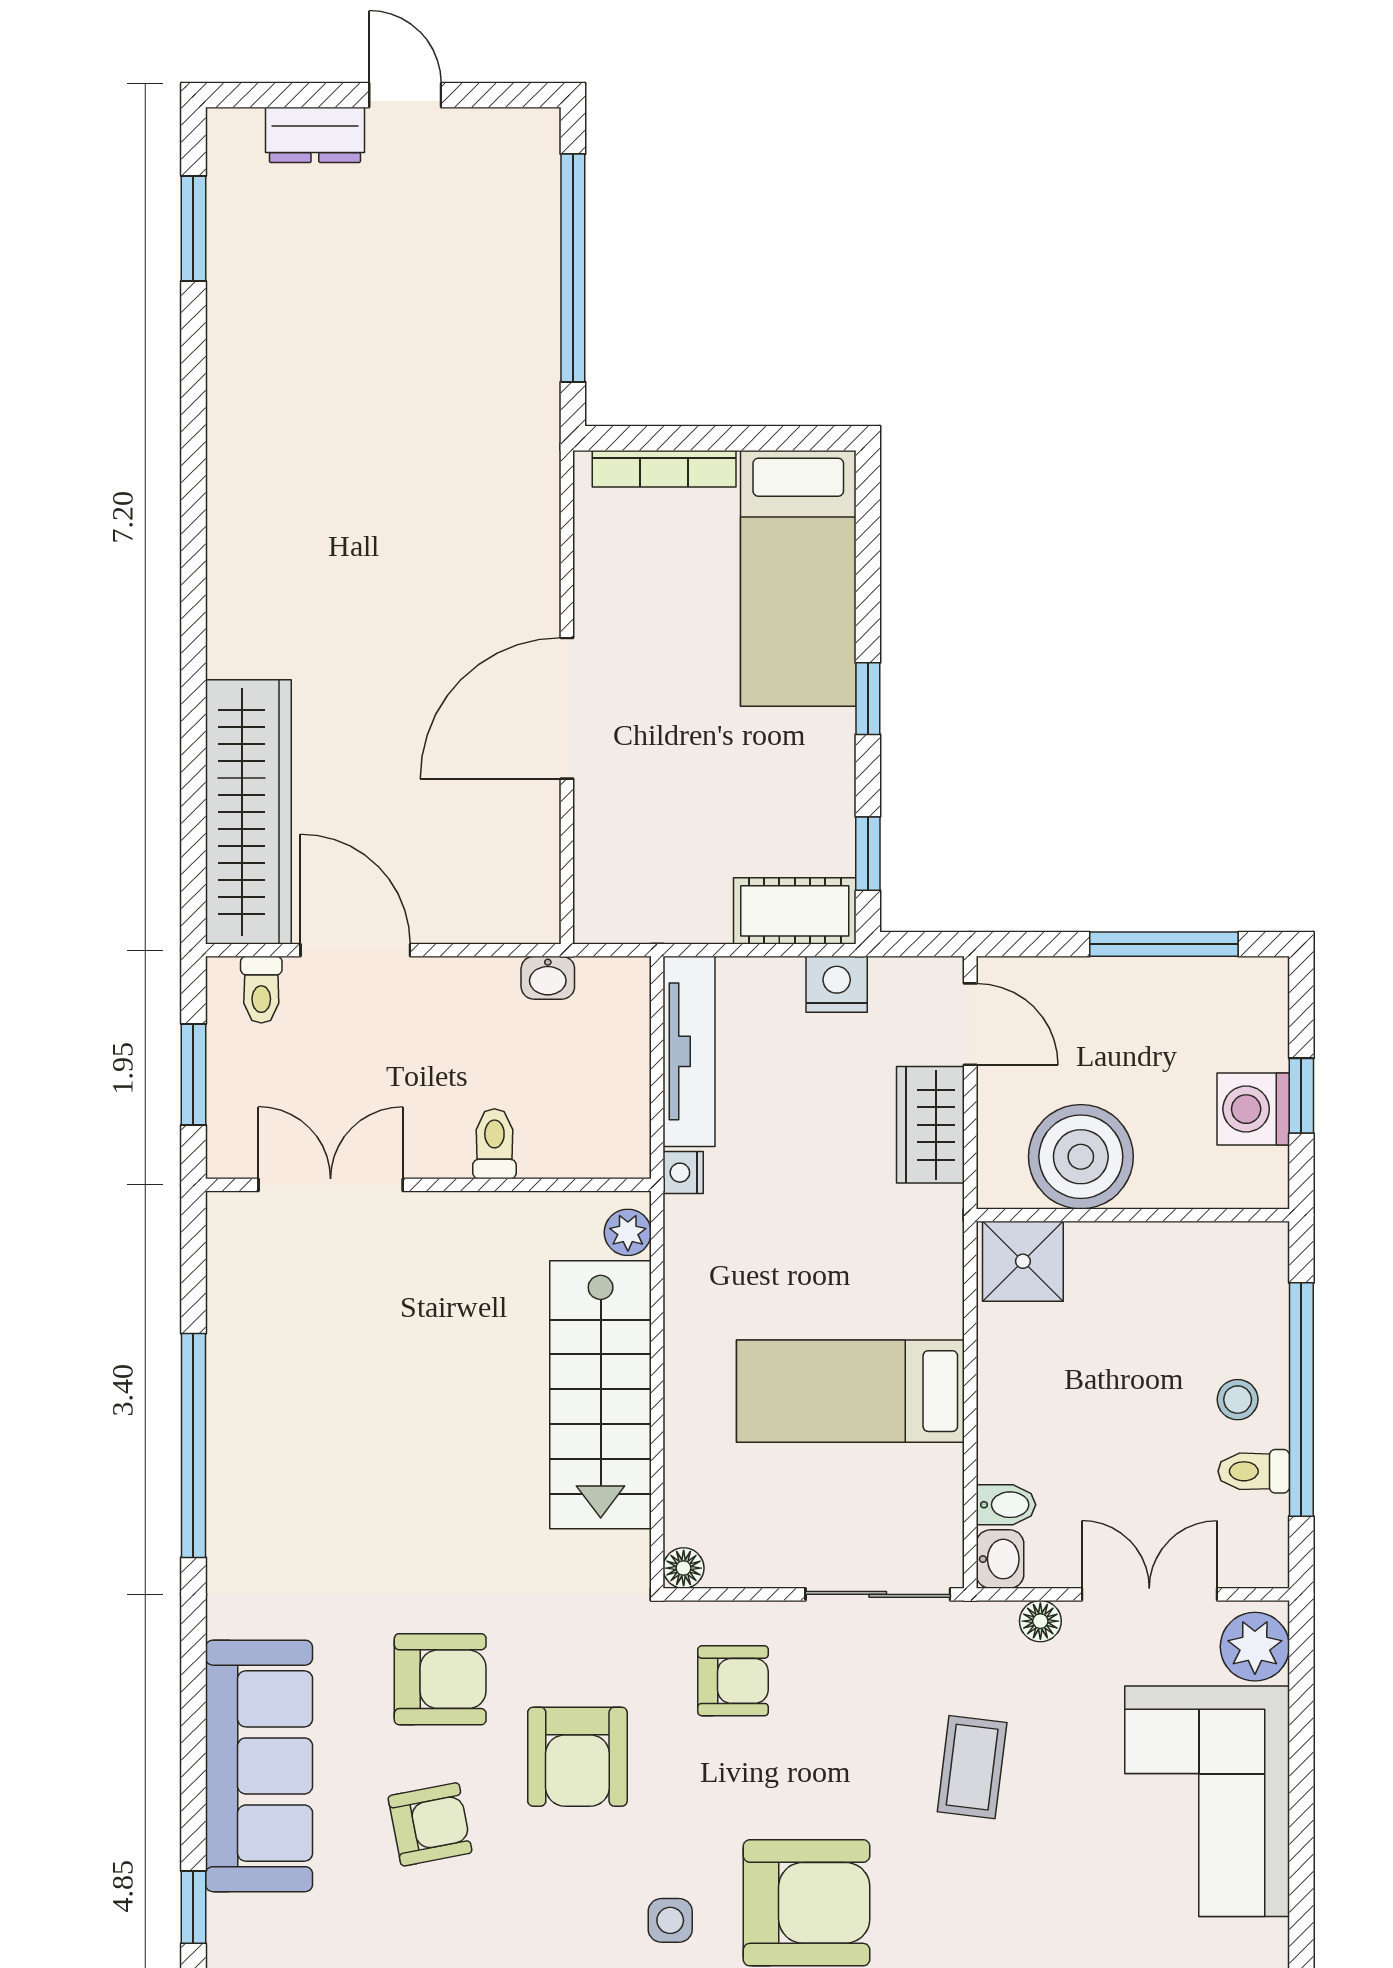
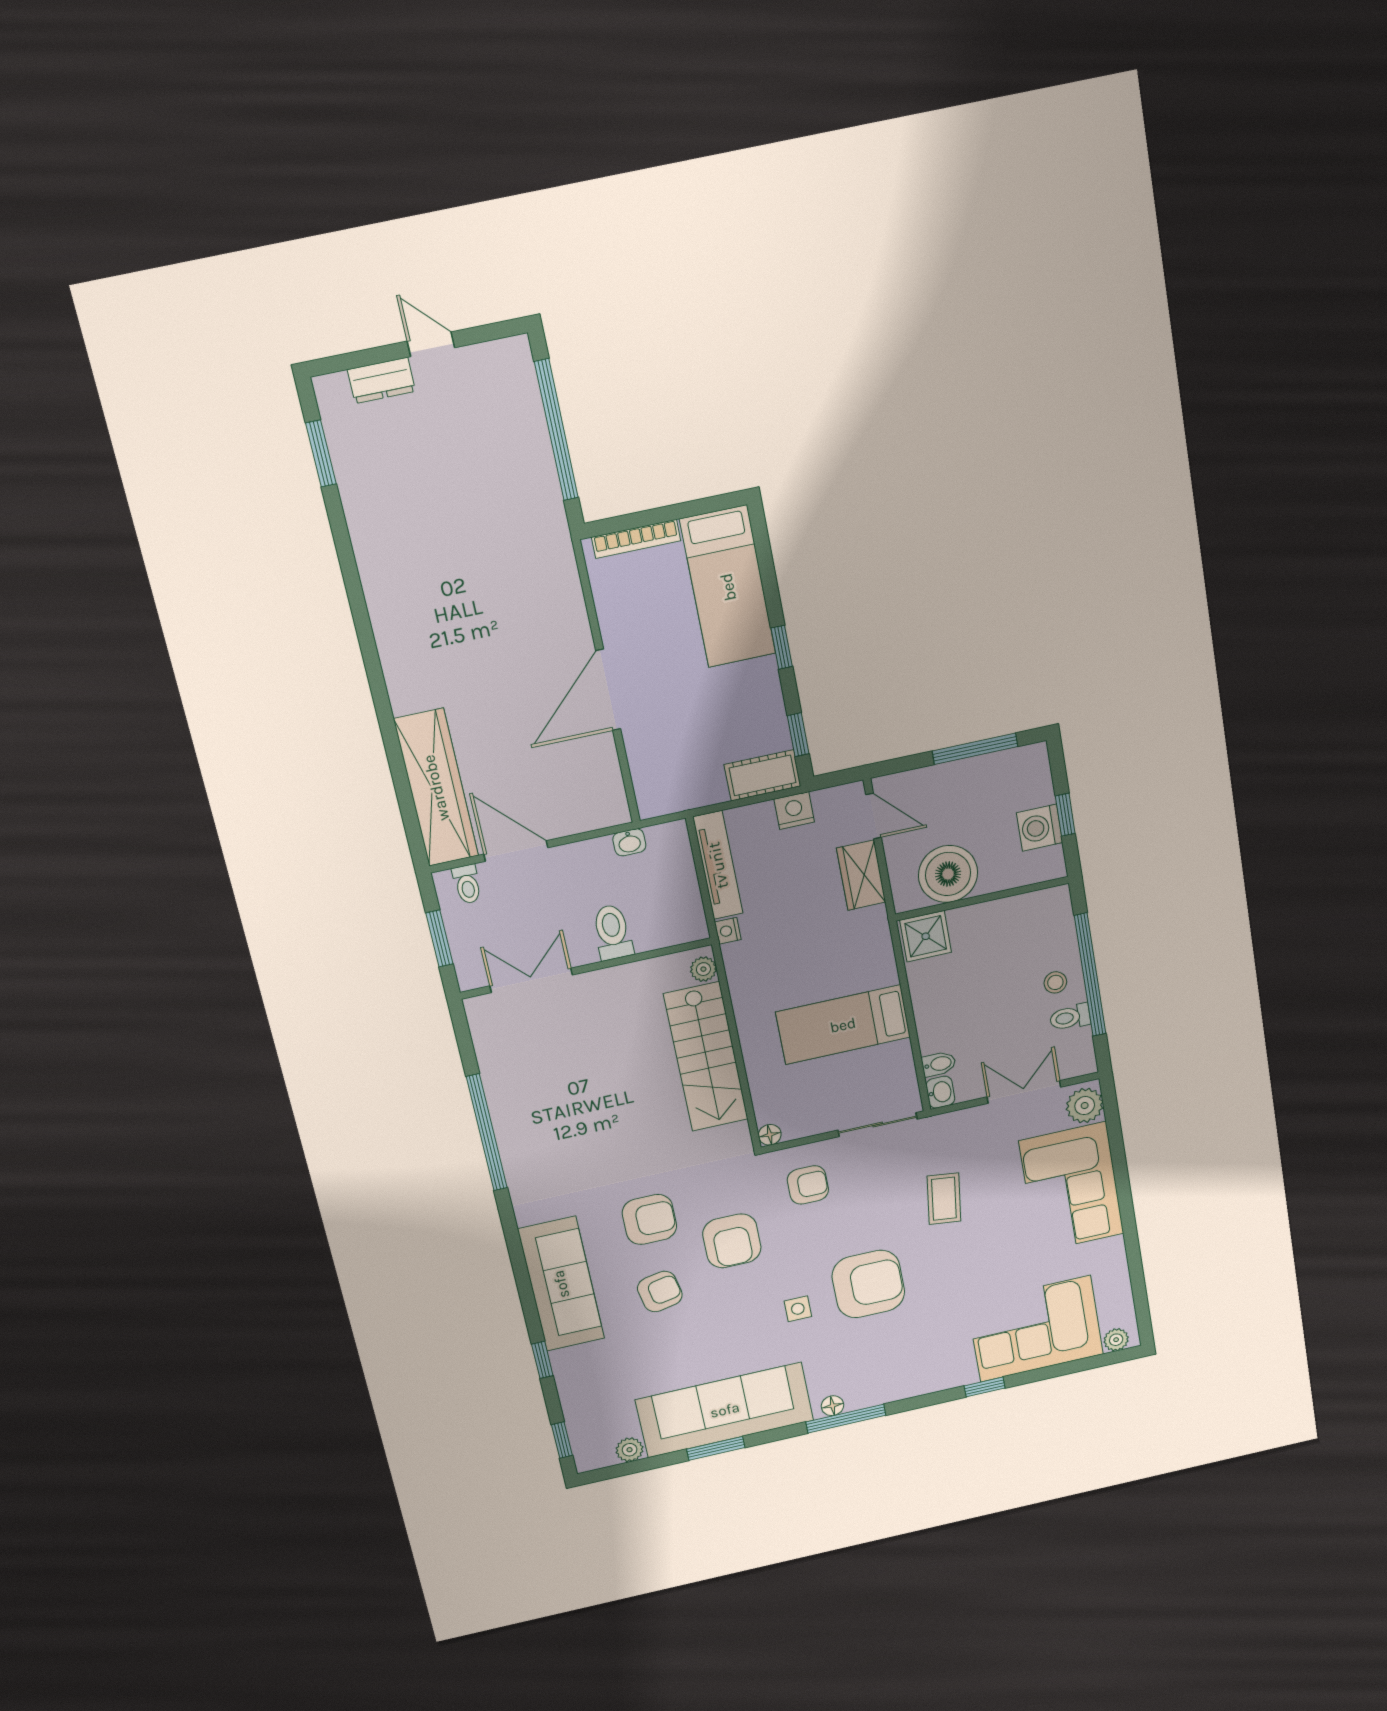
toilet: (494, 1144) -> (613, 932), width x1.37, depth x1.39
floor lamp: (1040, 1621) -> (968, 1118), removed

